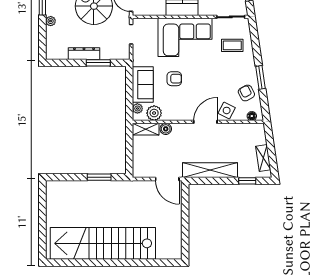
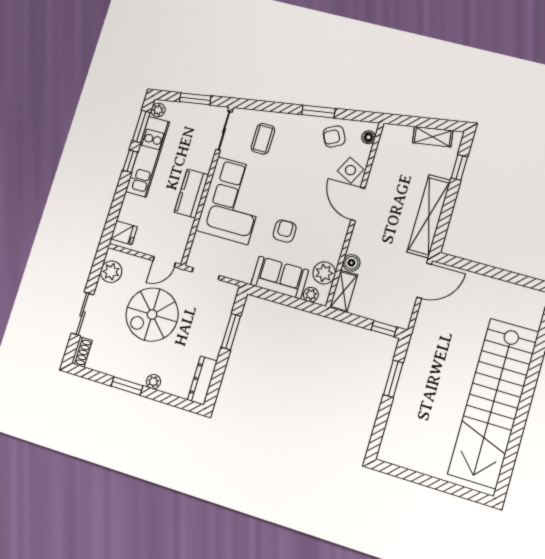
dresser: (84, 54) -> (202, 380), moved
window: (129, 162) -> (384, 329), added

